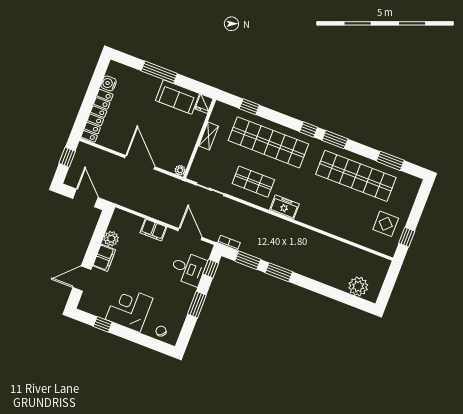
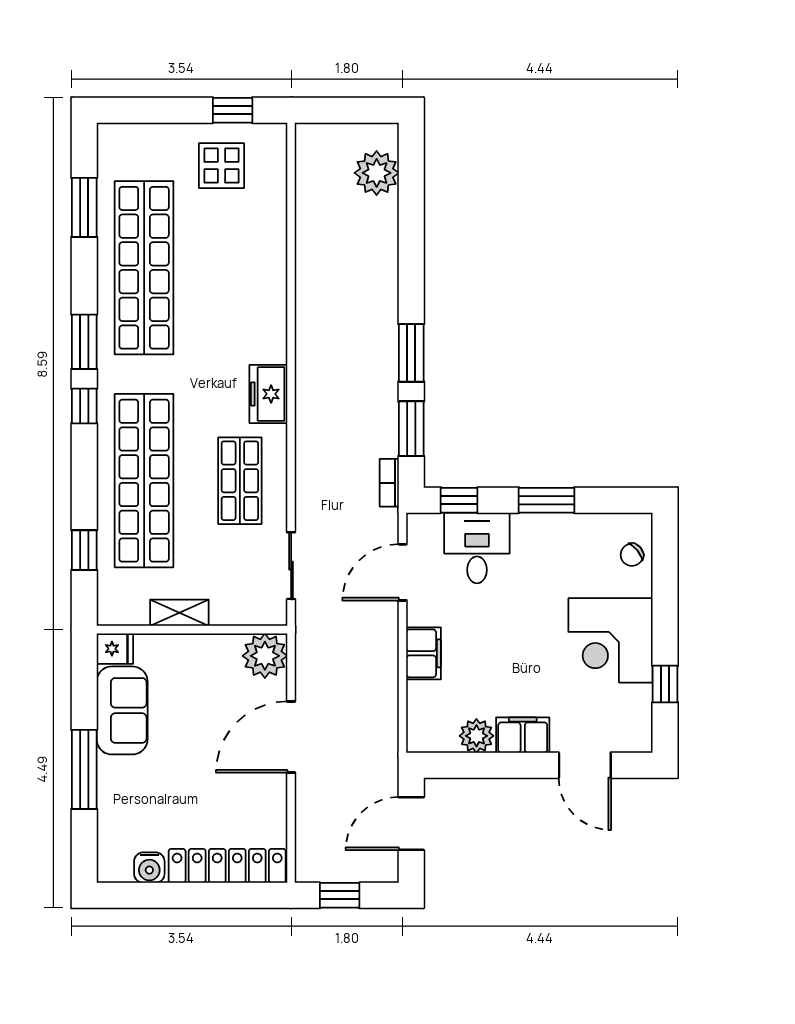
plant: (180, 170) -> (265, 656), width x1.88, depth x1.88

